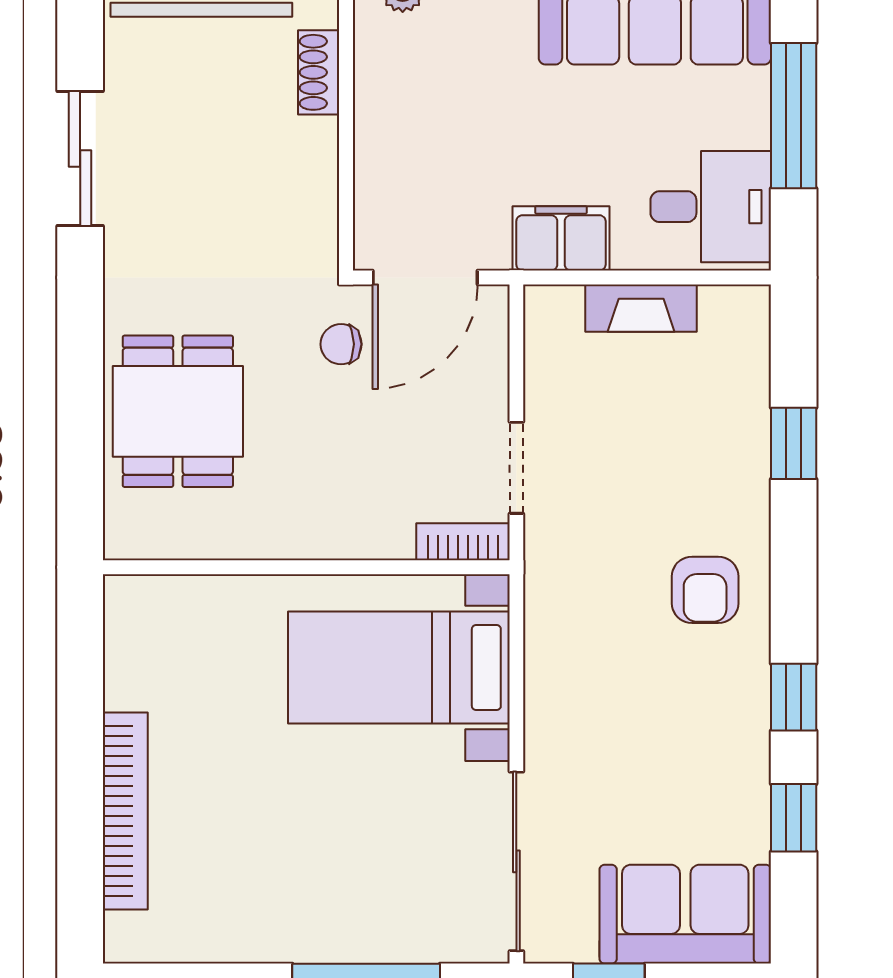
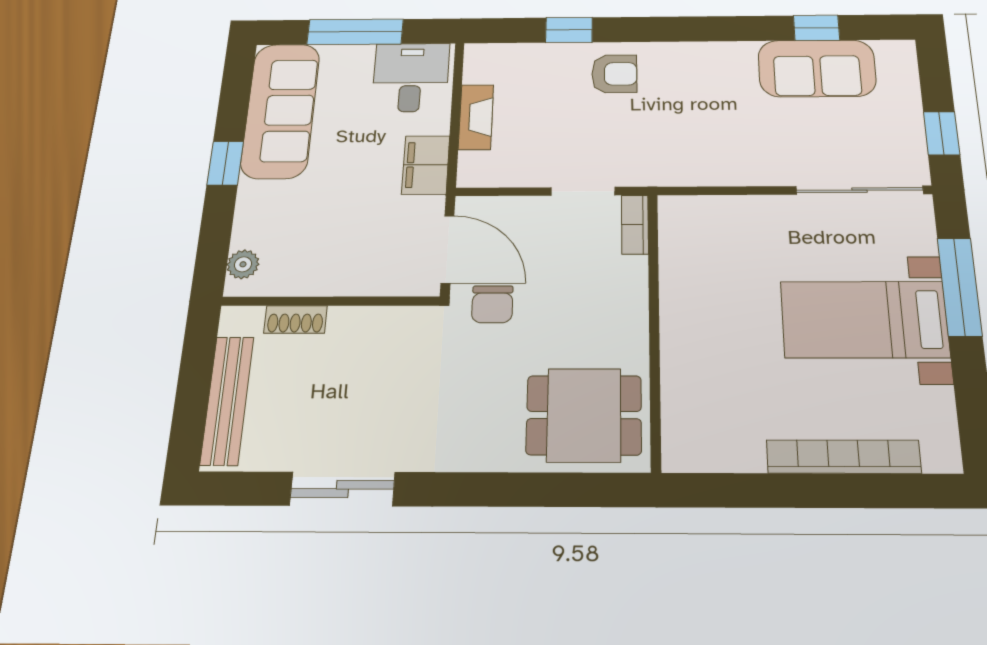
chair: (341, 344) -> (492, 304), width x1.37, depth x1.37
dining table: (178, 411) -> (584, 415), moved
armchair: (705, 590) -> (614, 74), moved
bed with nightstands: (399, 668) -> (864, 319), moved, turned 90
window: (794, 697) -> (736, 28), removed
sofa: (685, 914) -> (817, 68), moved, turned -90

